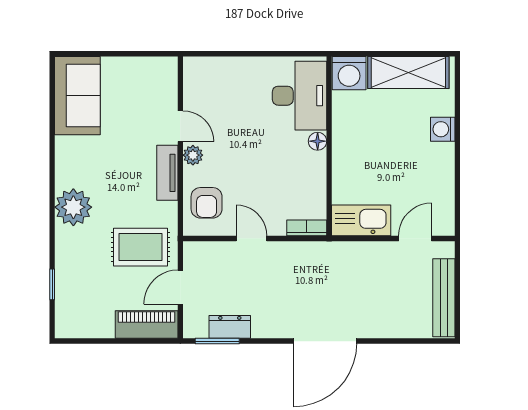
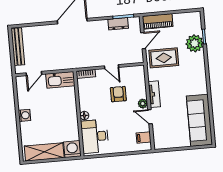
filing cabinet: (198, 84) -> (144, 138), added
sofa: (77, 96) -> (199, 120), width x1.36
washing machine: (443, 129) -> (24, 115), moved
armchair: (207, 203) -> (118, 94), moved
plant: (73, 207) -> (195, 43), moved

